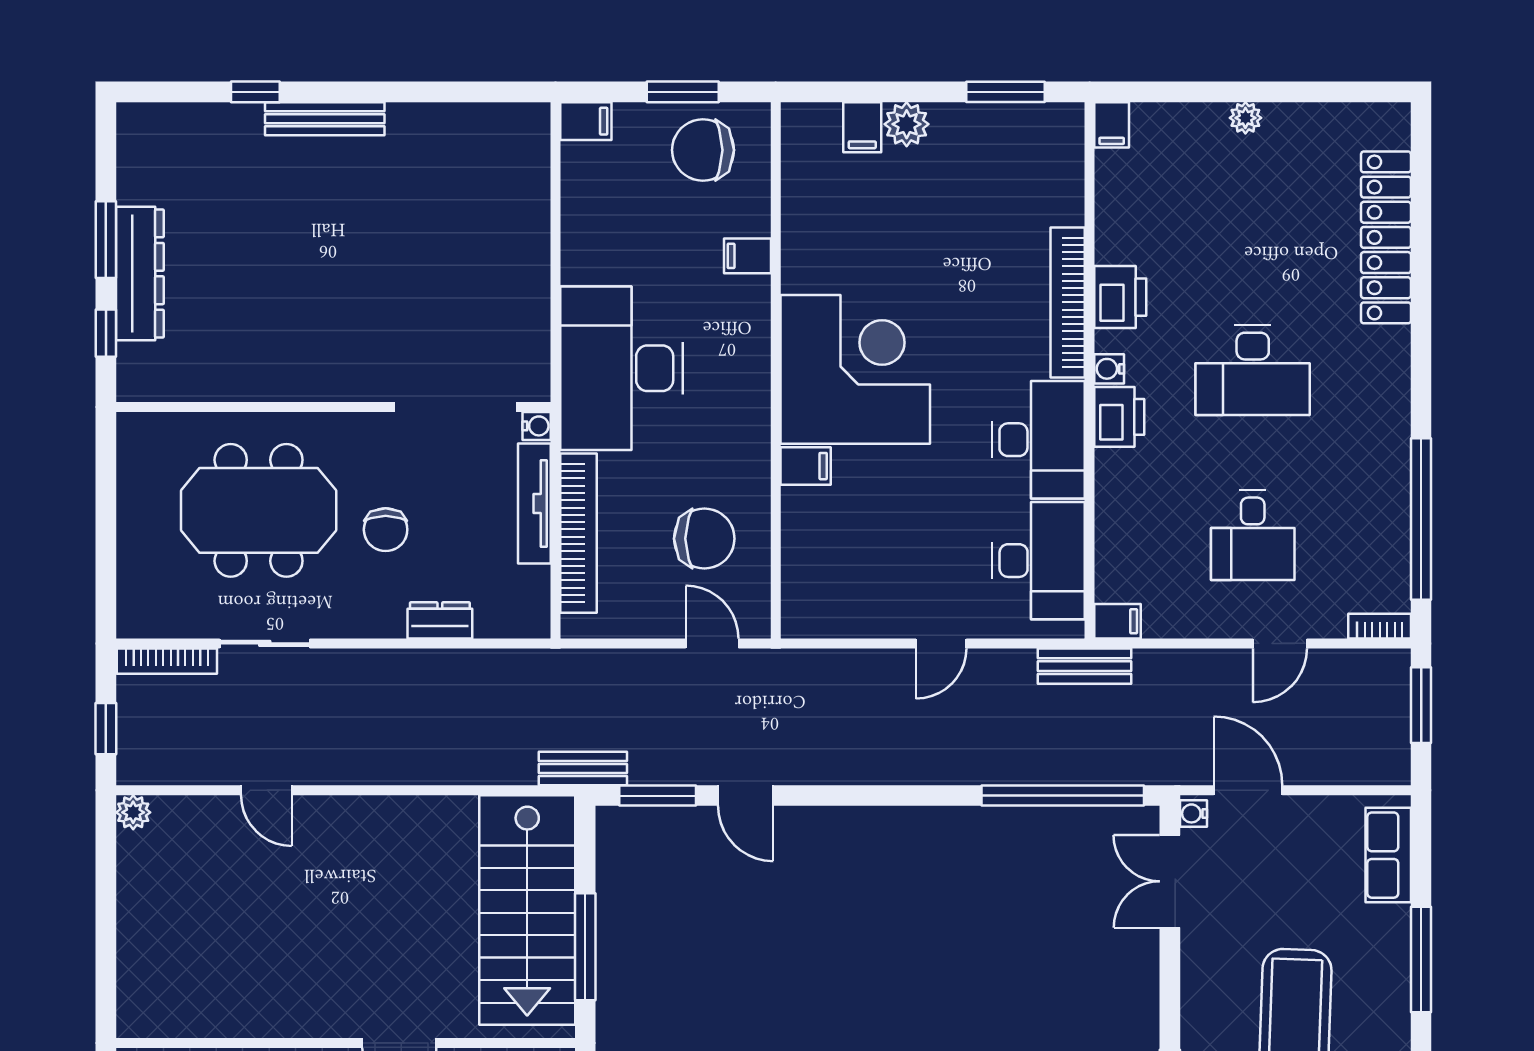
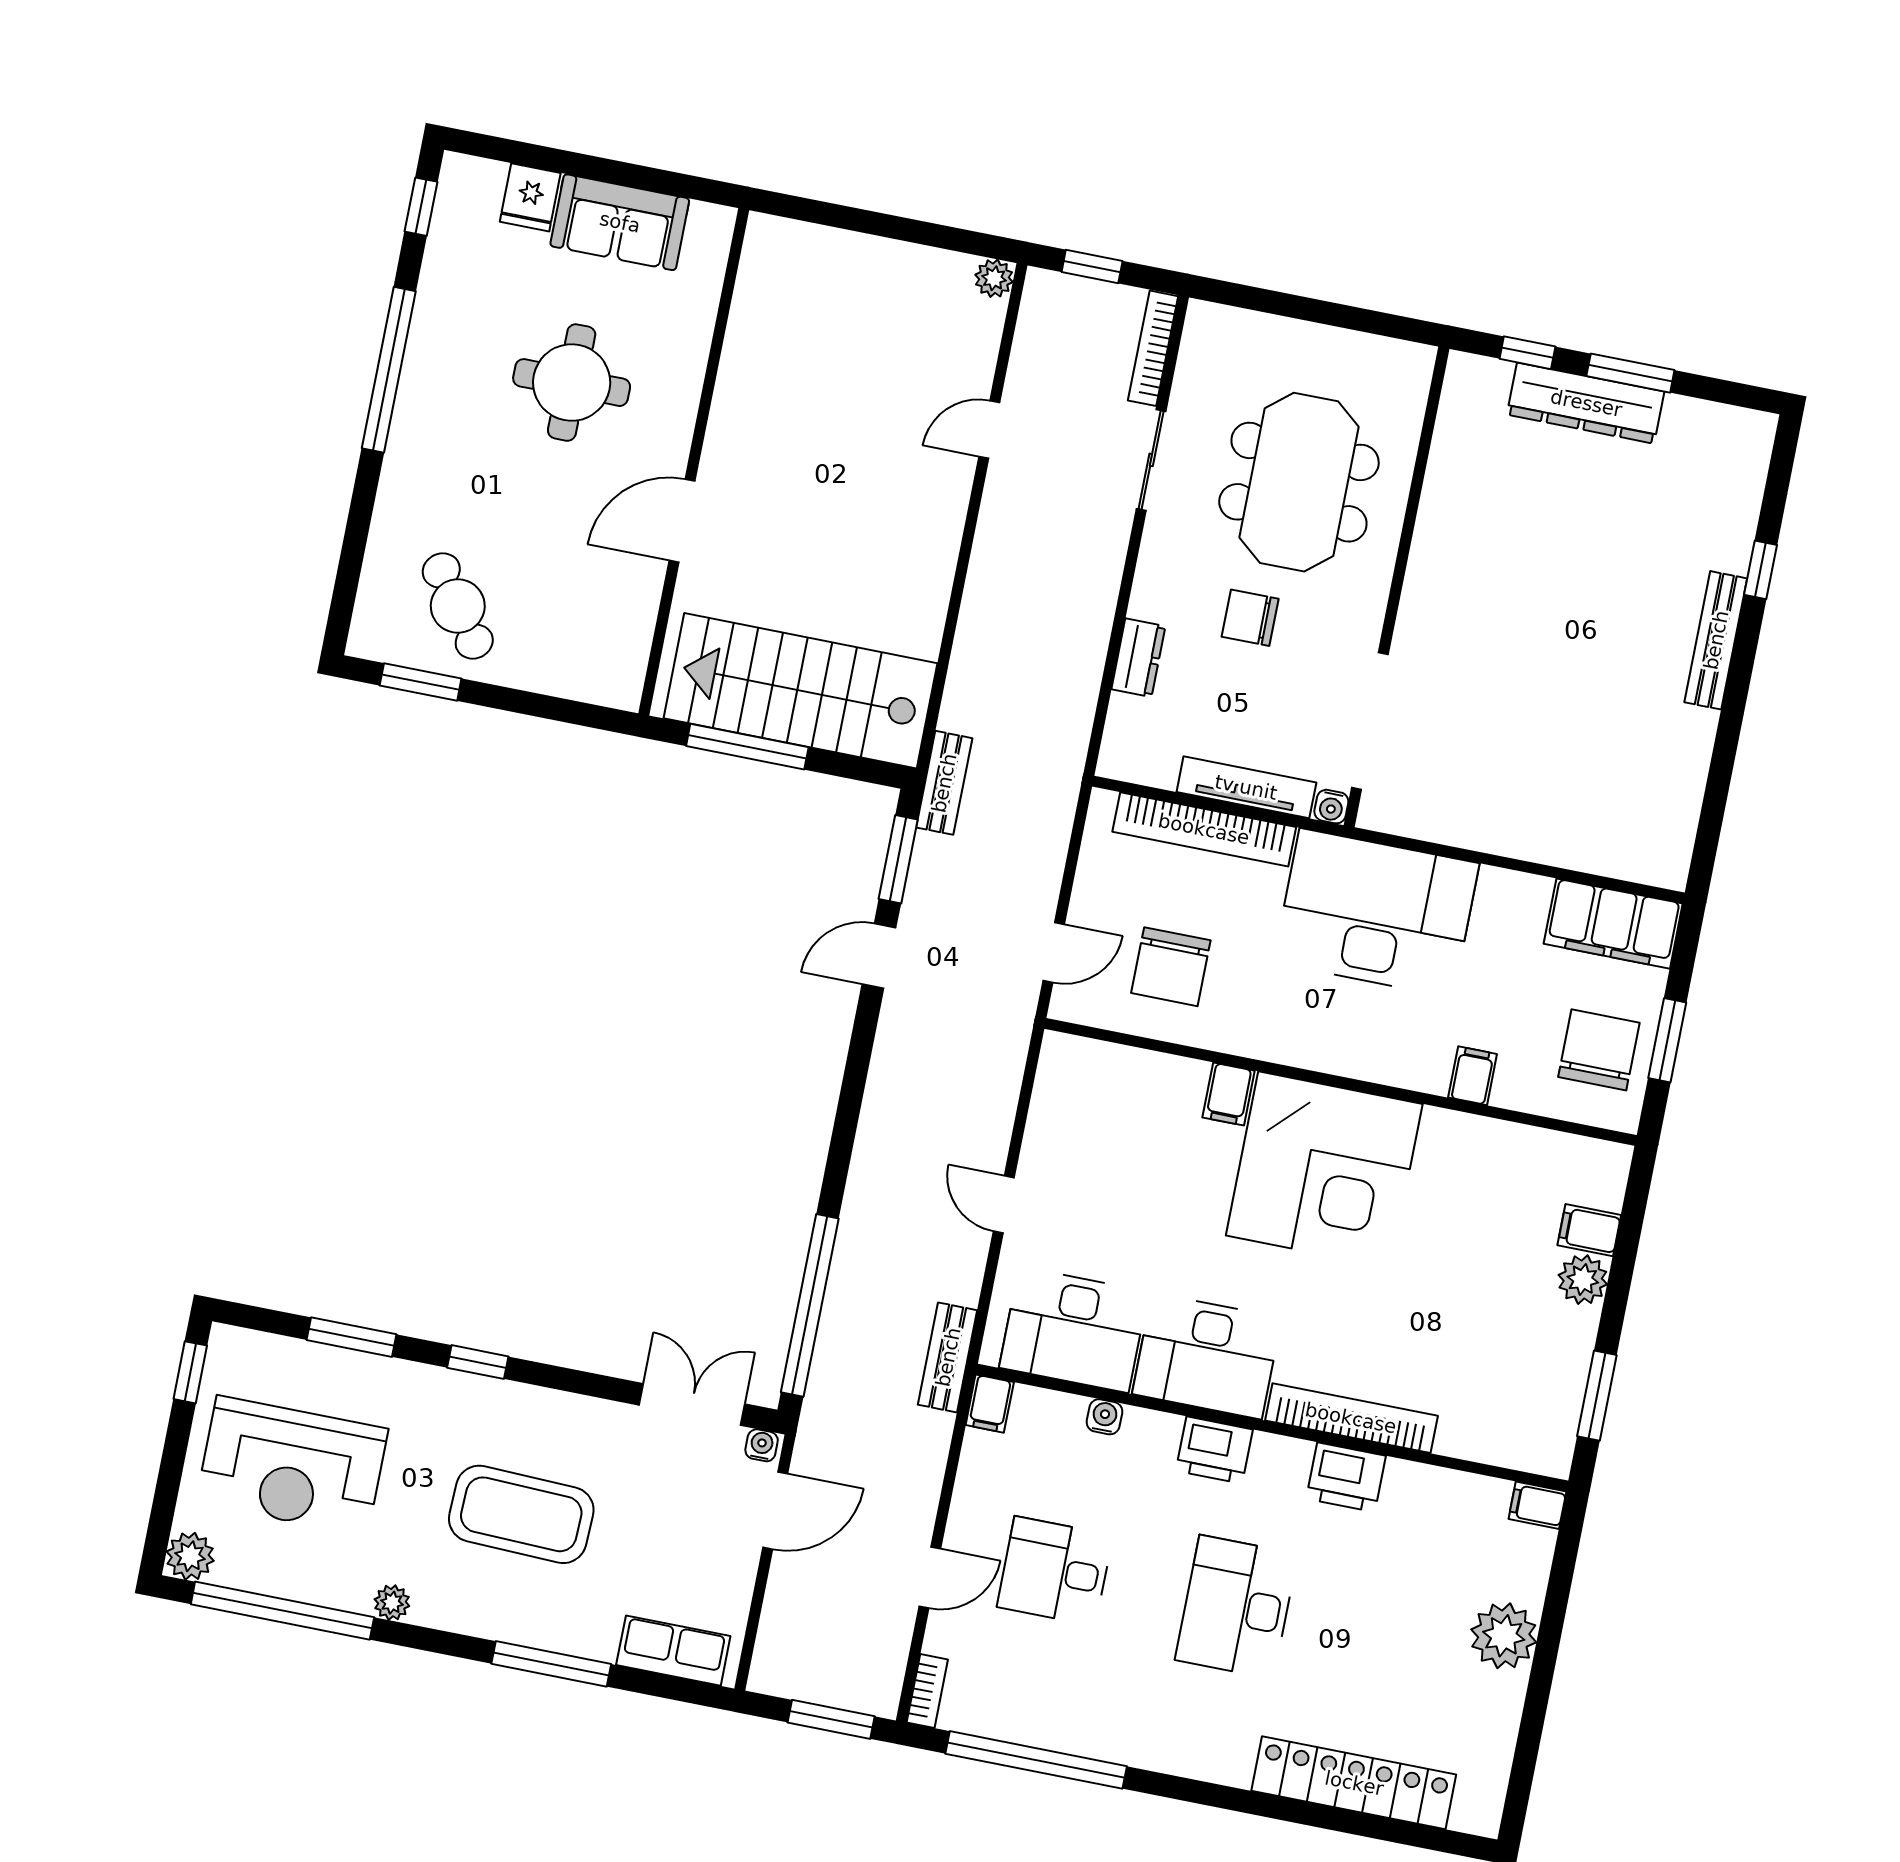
plant: (1245, 118) -> (1504, 1636), width x1.88, depth x1.88
filing cabinet: (586, 121) -> (1613, 924), width x3.00, depth x1.17
water cooler: (1109, 369) -> (1104, 1417), moved
door: (1280, 643) -> (930, 1577), swing flipped

